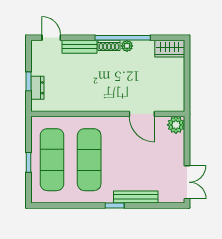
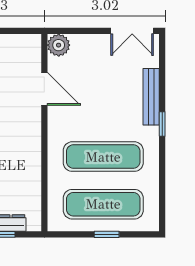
door: (142, 114) -> (44, 89), hinge flipped
double door: (187, 182) -> (132, 31), swing flipped

